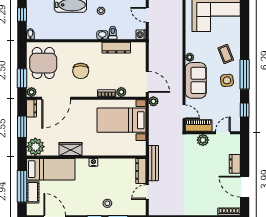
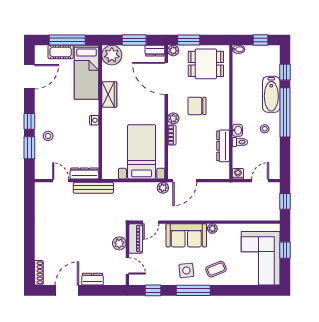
plant: (121, 92) -> (173, 118), moved

